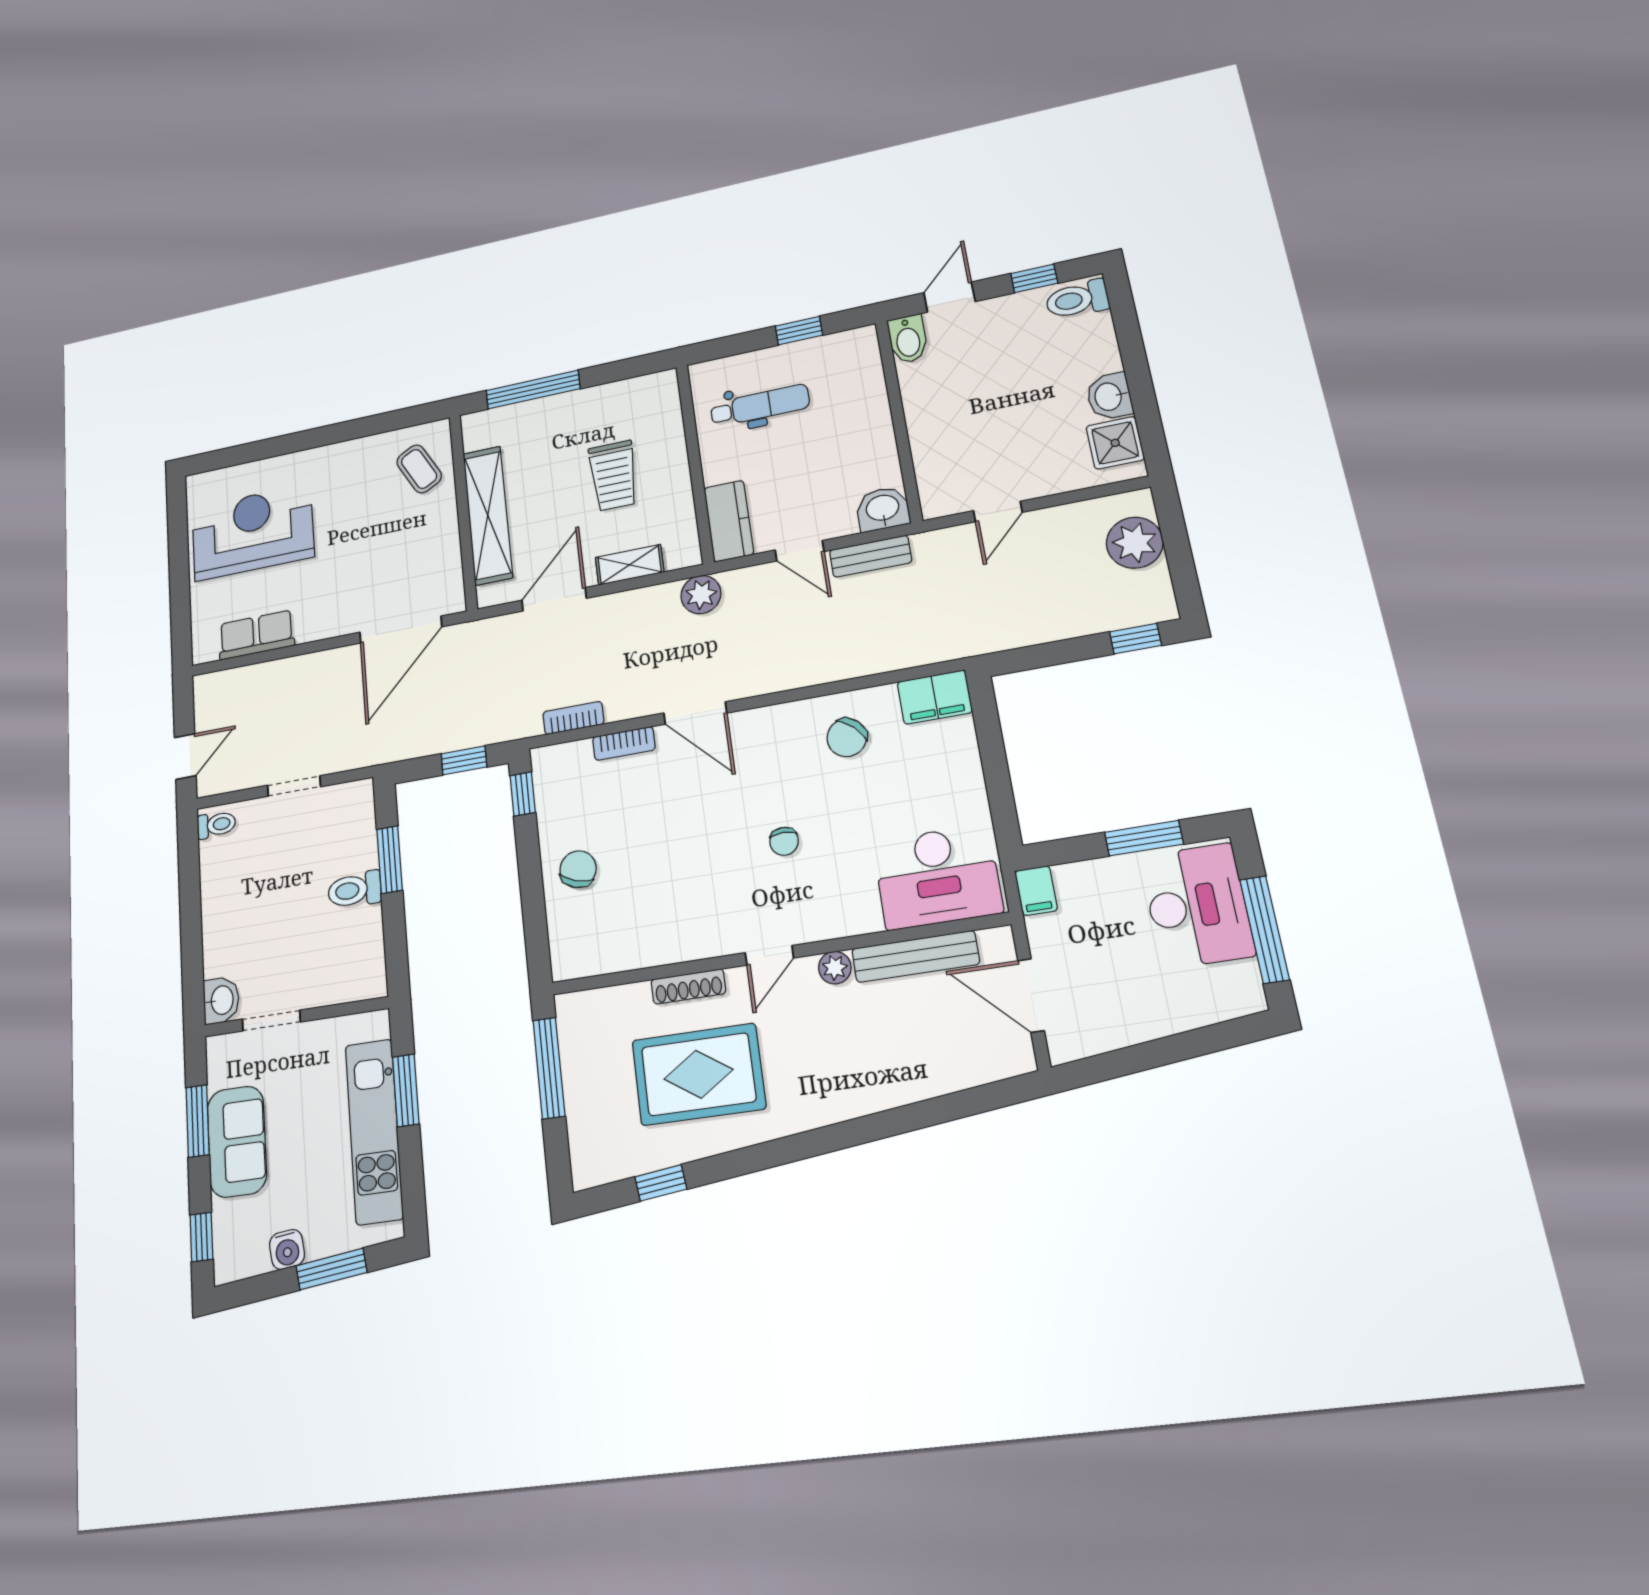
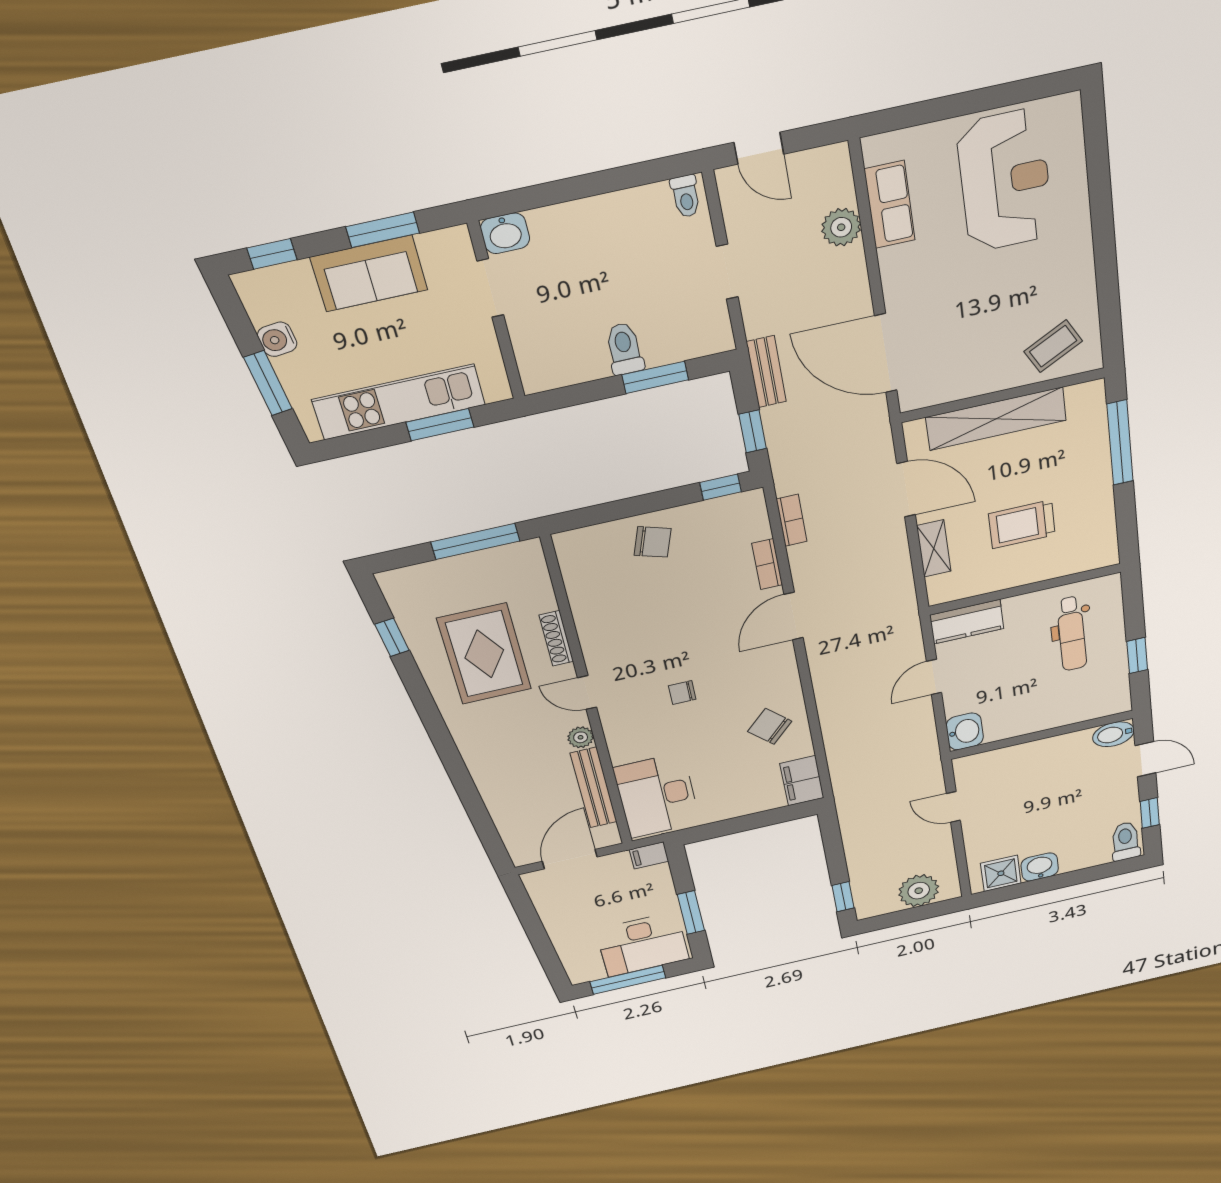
bench: (871, 556) -> (766, 372), moved
plant: (701, 595) -> (841, 227), moved

